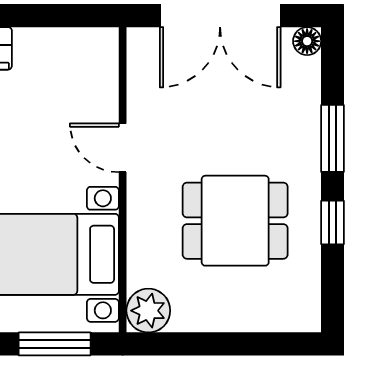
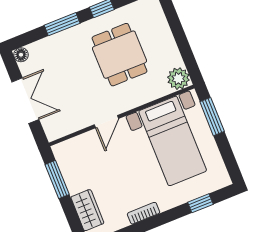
window: (53, 16) -> (57, 180), added
double door: (220, 16) -> (25, 101), width x0.73

